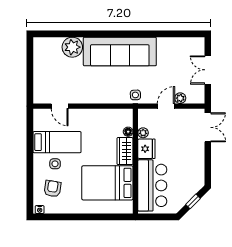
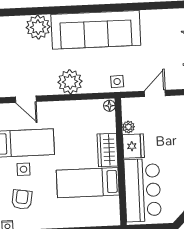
plant: (180, 98) -> (70, 82), moved, width x1.88, depth x1.88
floor lamp: (128, 132) -> (109, 106), moved
bed: (107, 183) -> (88, 183), width x0.67

